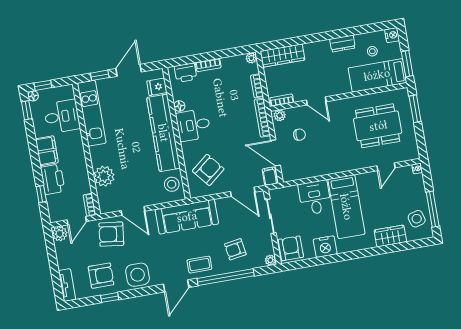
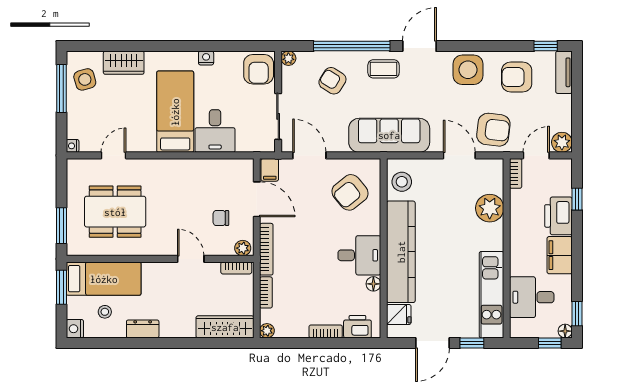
nightstand: (325, 247) -> (206, 58), width x0.53, depth x0.56
armchair: (235, 249) -> (332, 81), turned -139
window: (110, 297) -> (546, 46), moved

